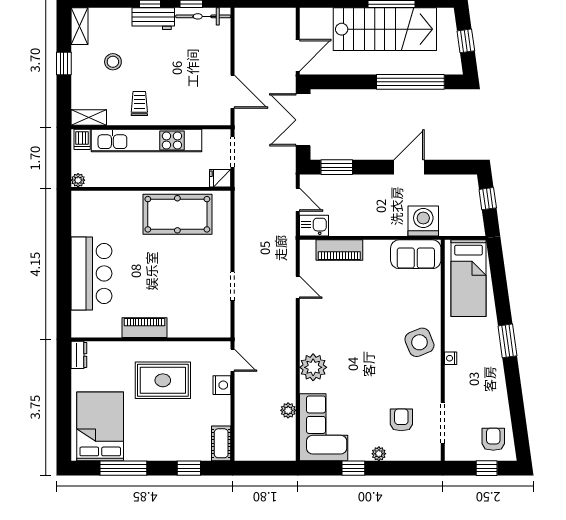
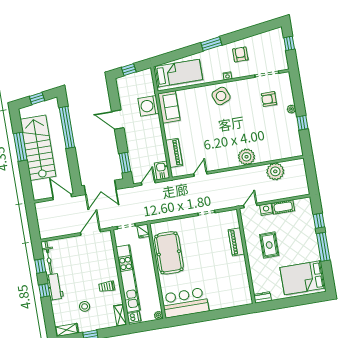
bar counter: (91, 273) -> (185, 303), moved
piano: (145, 328) -> (236, 242), moved
rug: (163, 380) -> (269, 245), width x0.73, depth x0.70
plant: (288, 410) -> (275, 171), width x1.88, depth x1.88
corner sofa: (324, 427) -> (281, 145), removed
armchair: (493, 439) -> (240, 54), moved, turned 90
cot: (221, 443) -> (283, 207), moved
window: (123, 468) -> (323, 247), moved

